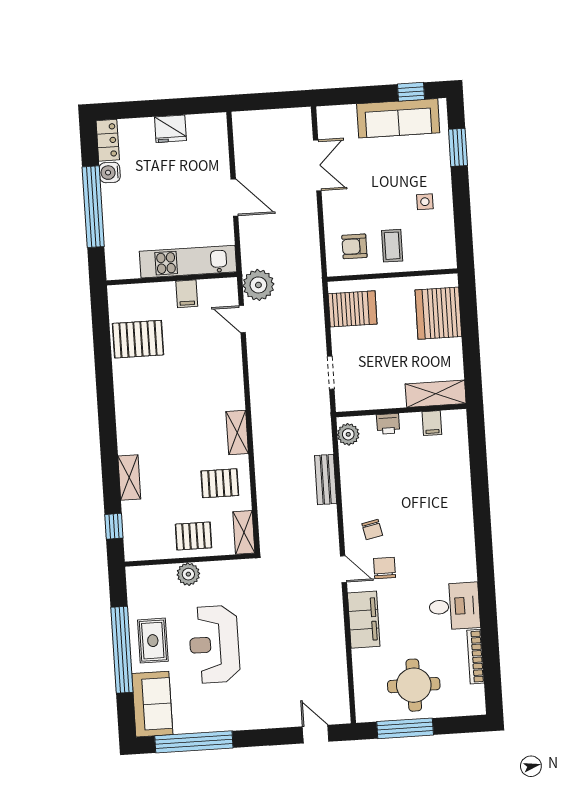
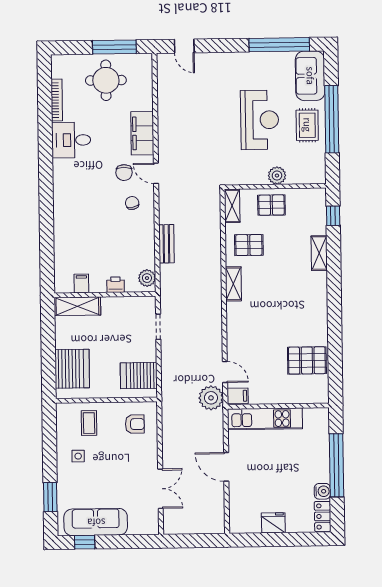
double door: (317, 165) -> (160, 489), swing flipped
coffee table: (392, 246) -> (89, 423), moved
filing cabinet: (187, 294) -> (238, 396), moved, turned 90

